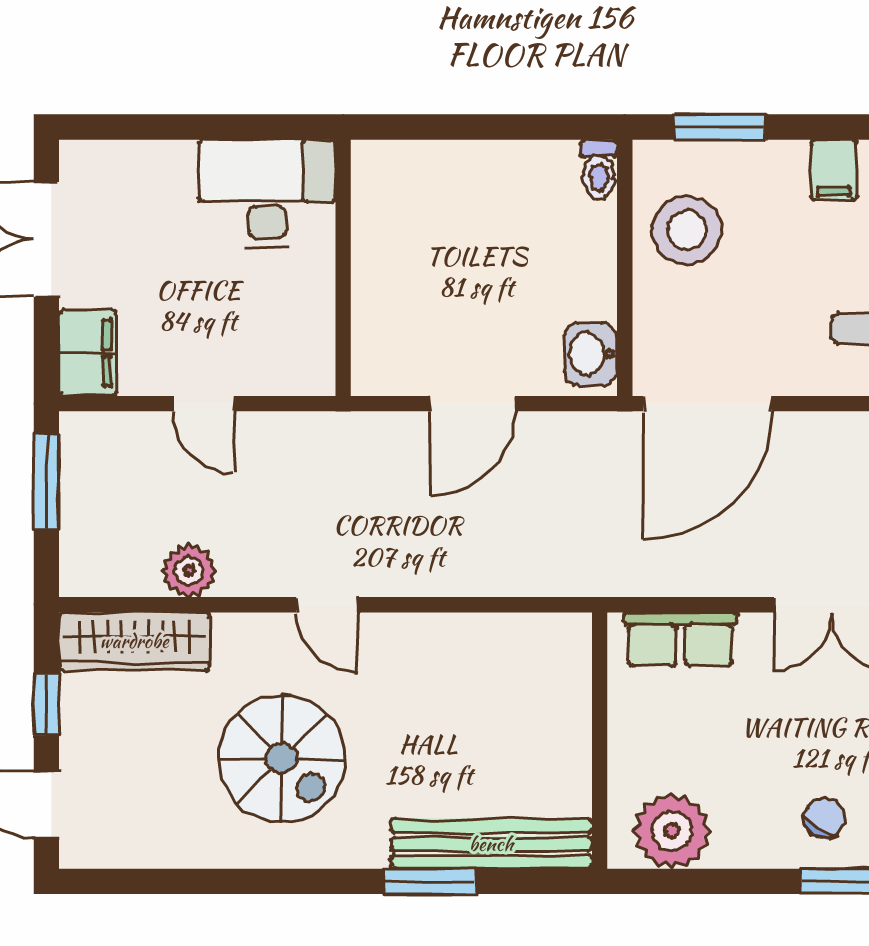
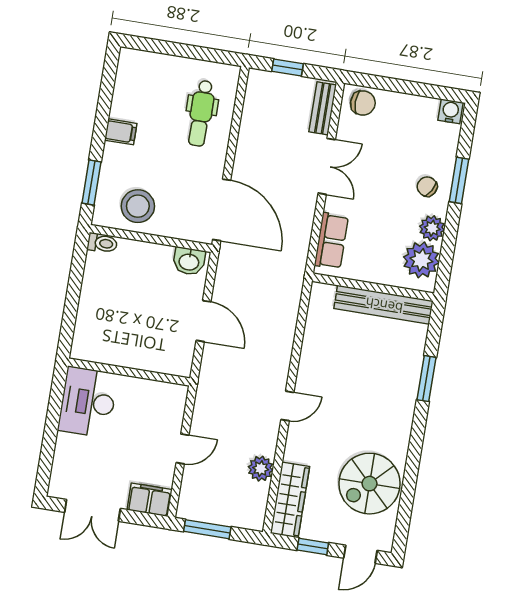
spiral stairs: (282, 759) -> (369, 484), moved, turned 180
plant: (741, 842) -> (432, 228), added
bench: (491, 844) -> (384, 305), moved, turned 90

